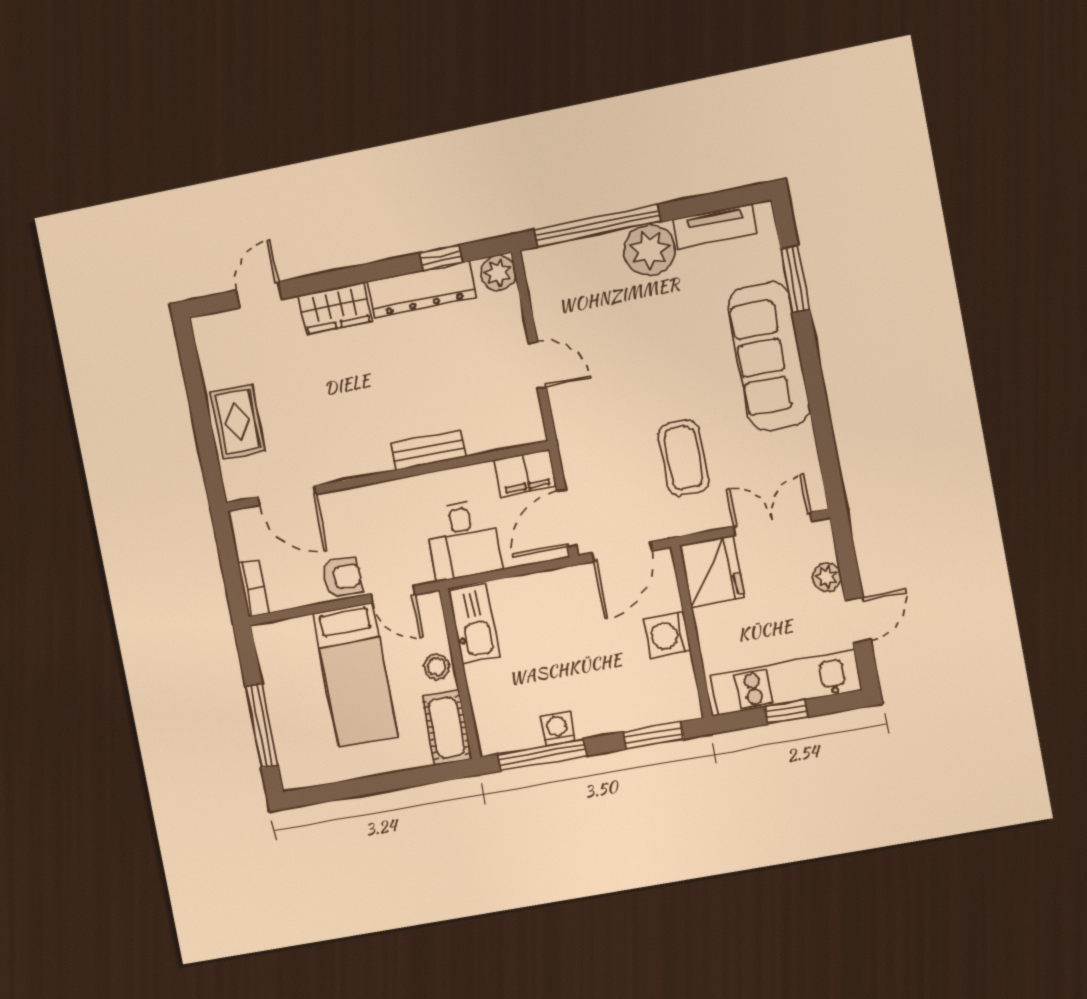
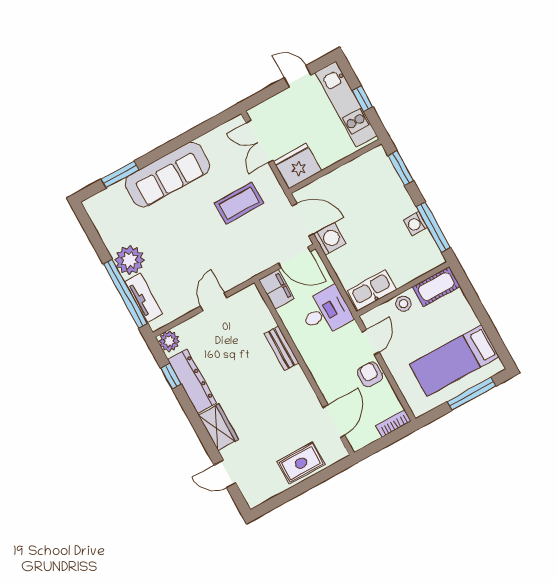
tv unit: (715, 226) -> (144, 298), moved
plant: (827, 577) -> (279, 102), removed
washing machine: (667, 635) -> (330, 239), moved, turned -90
bed: (355, 675) -> (454, 361), moved, turned 180

